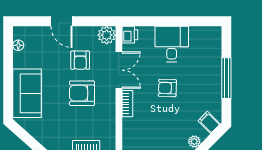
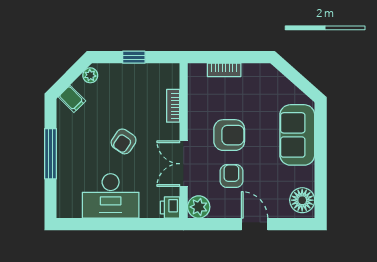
desk: (172, 44) -> (111, 196), width x1.37
floor lamp: (18, 45) -> (302, 200), width x1.89, depth x1.89
armchair: (167, 88) -> (124, 141), turned 122
bookcase: (127, 104) -> (173, 106), moved

